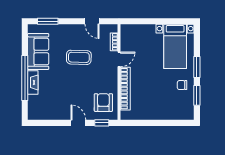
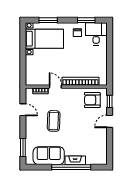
door: (92, 21) -> (23, 110), hinge flipped
window: (197, 67) -> (48, 20), moved
desk: (181, 107) -> (96, 34), added

